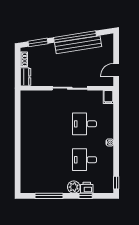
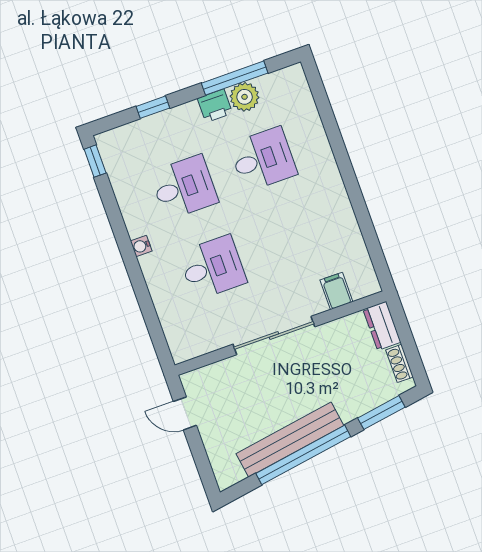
door: (116, 70) -> (185, 413), swing flipped
filing cabinet: (108, 97) -> (336, 291), moved
desk: (49, 160) -> (263, 159), added
plant: (74, 187) -> (245, 97), moved
printer: (87, 188) -> (215, 106), moved

